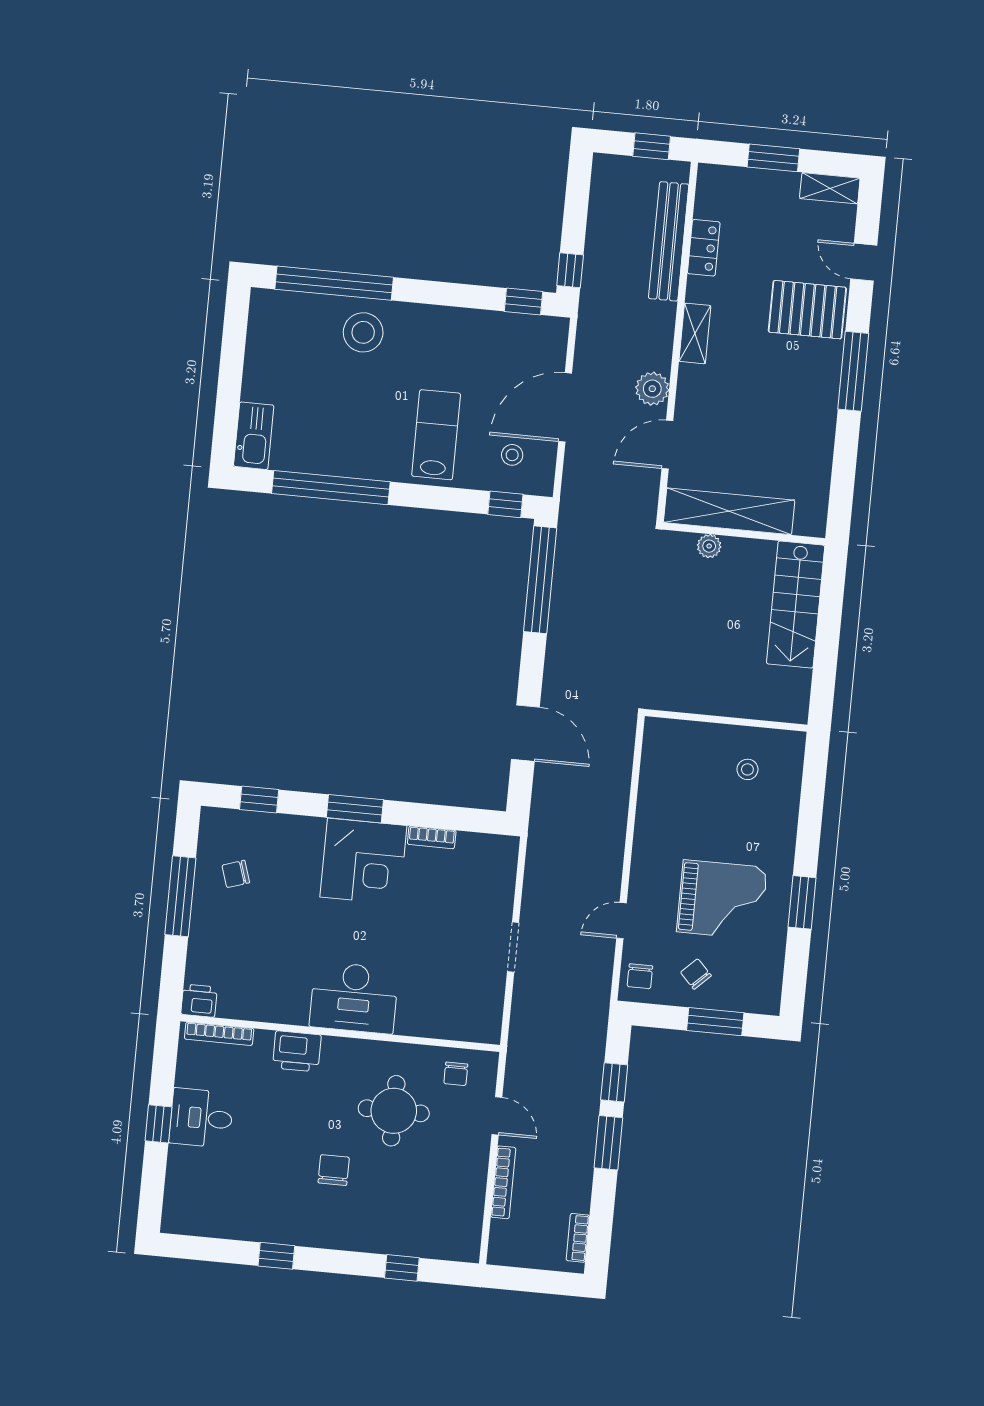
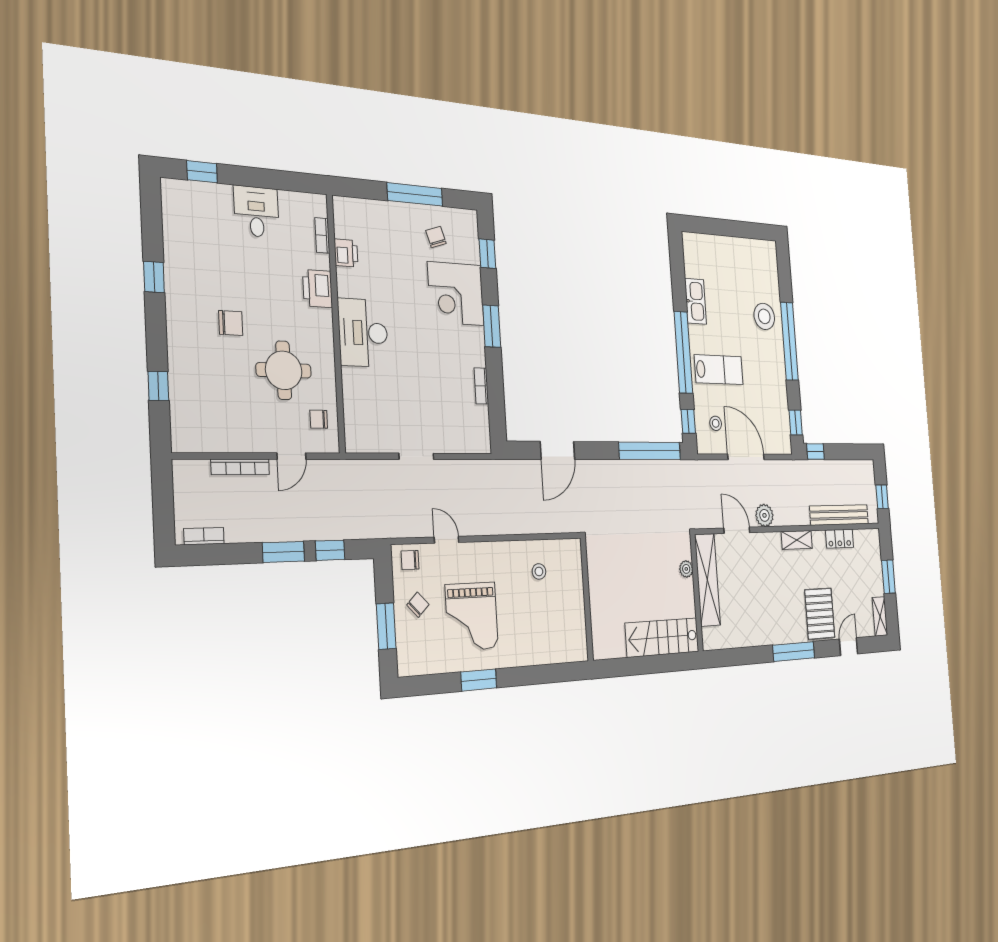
window: (334, 283) -> (789, 341), moved
kitchen sink: (254, 436) -> (696, 301), moved, turned -90
window: (331, 488) -> (683, 352), moved
stool: (747, 769) -> (539, 571), moved
corner desk: (363, 861) -> (456, 294), moved
printer: (199, 1001) -> (346, 253), moved
bookcase: (219, 1034) -> (322, 235), width x0.64
window: (158, 1124) -> (202, 172), moved

